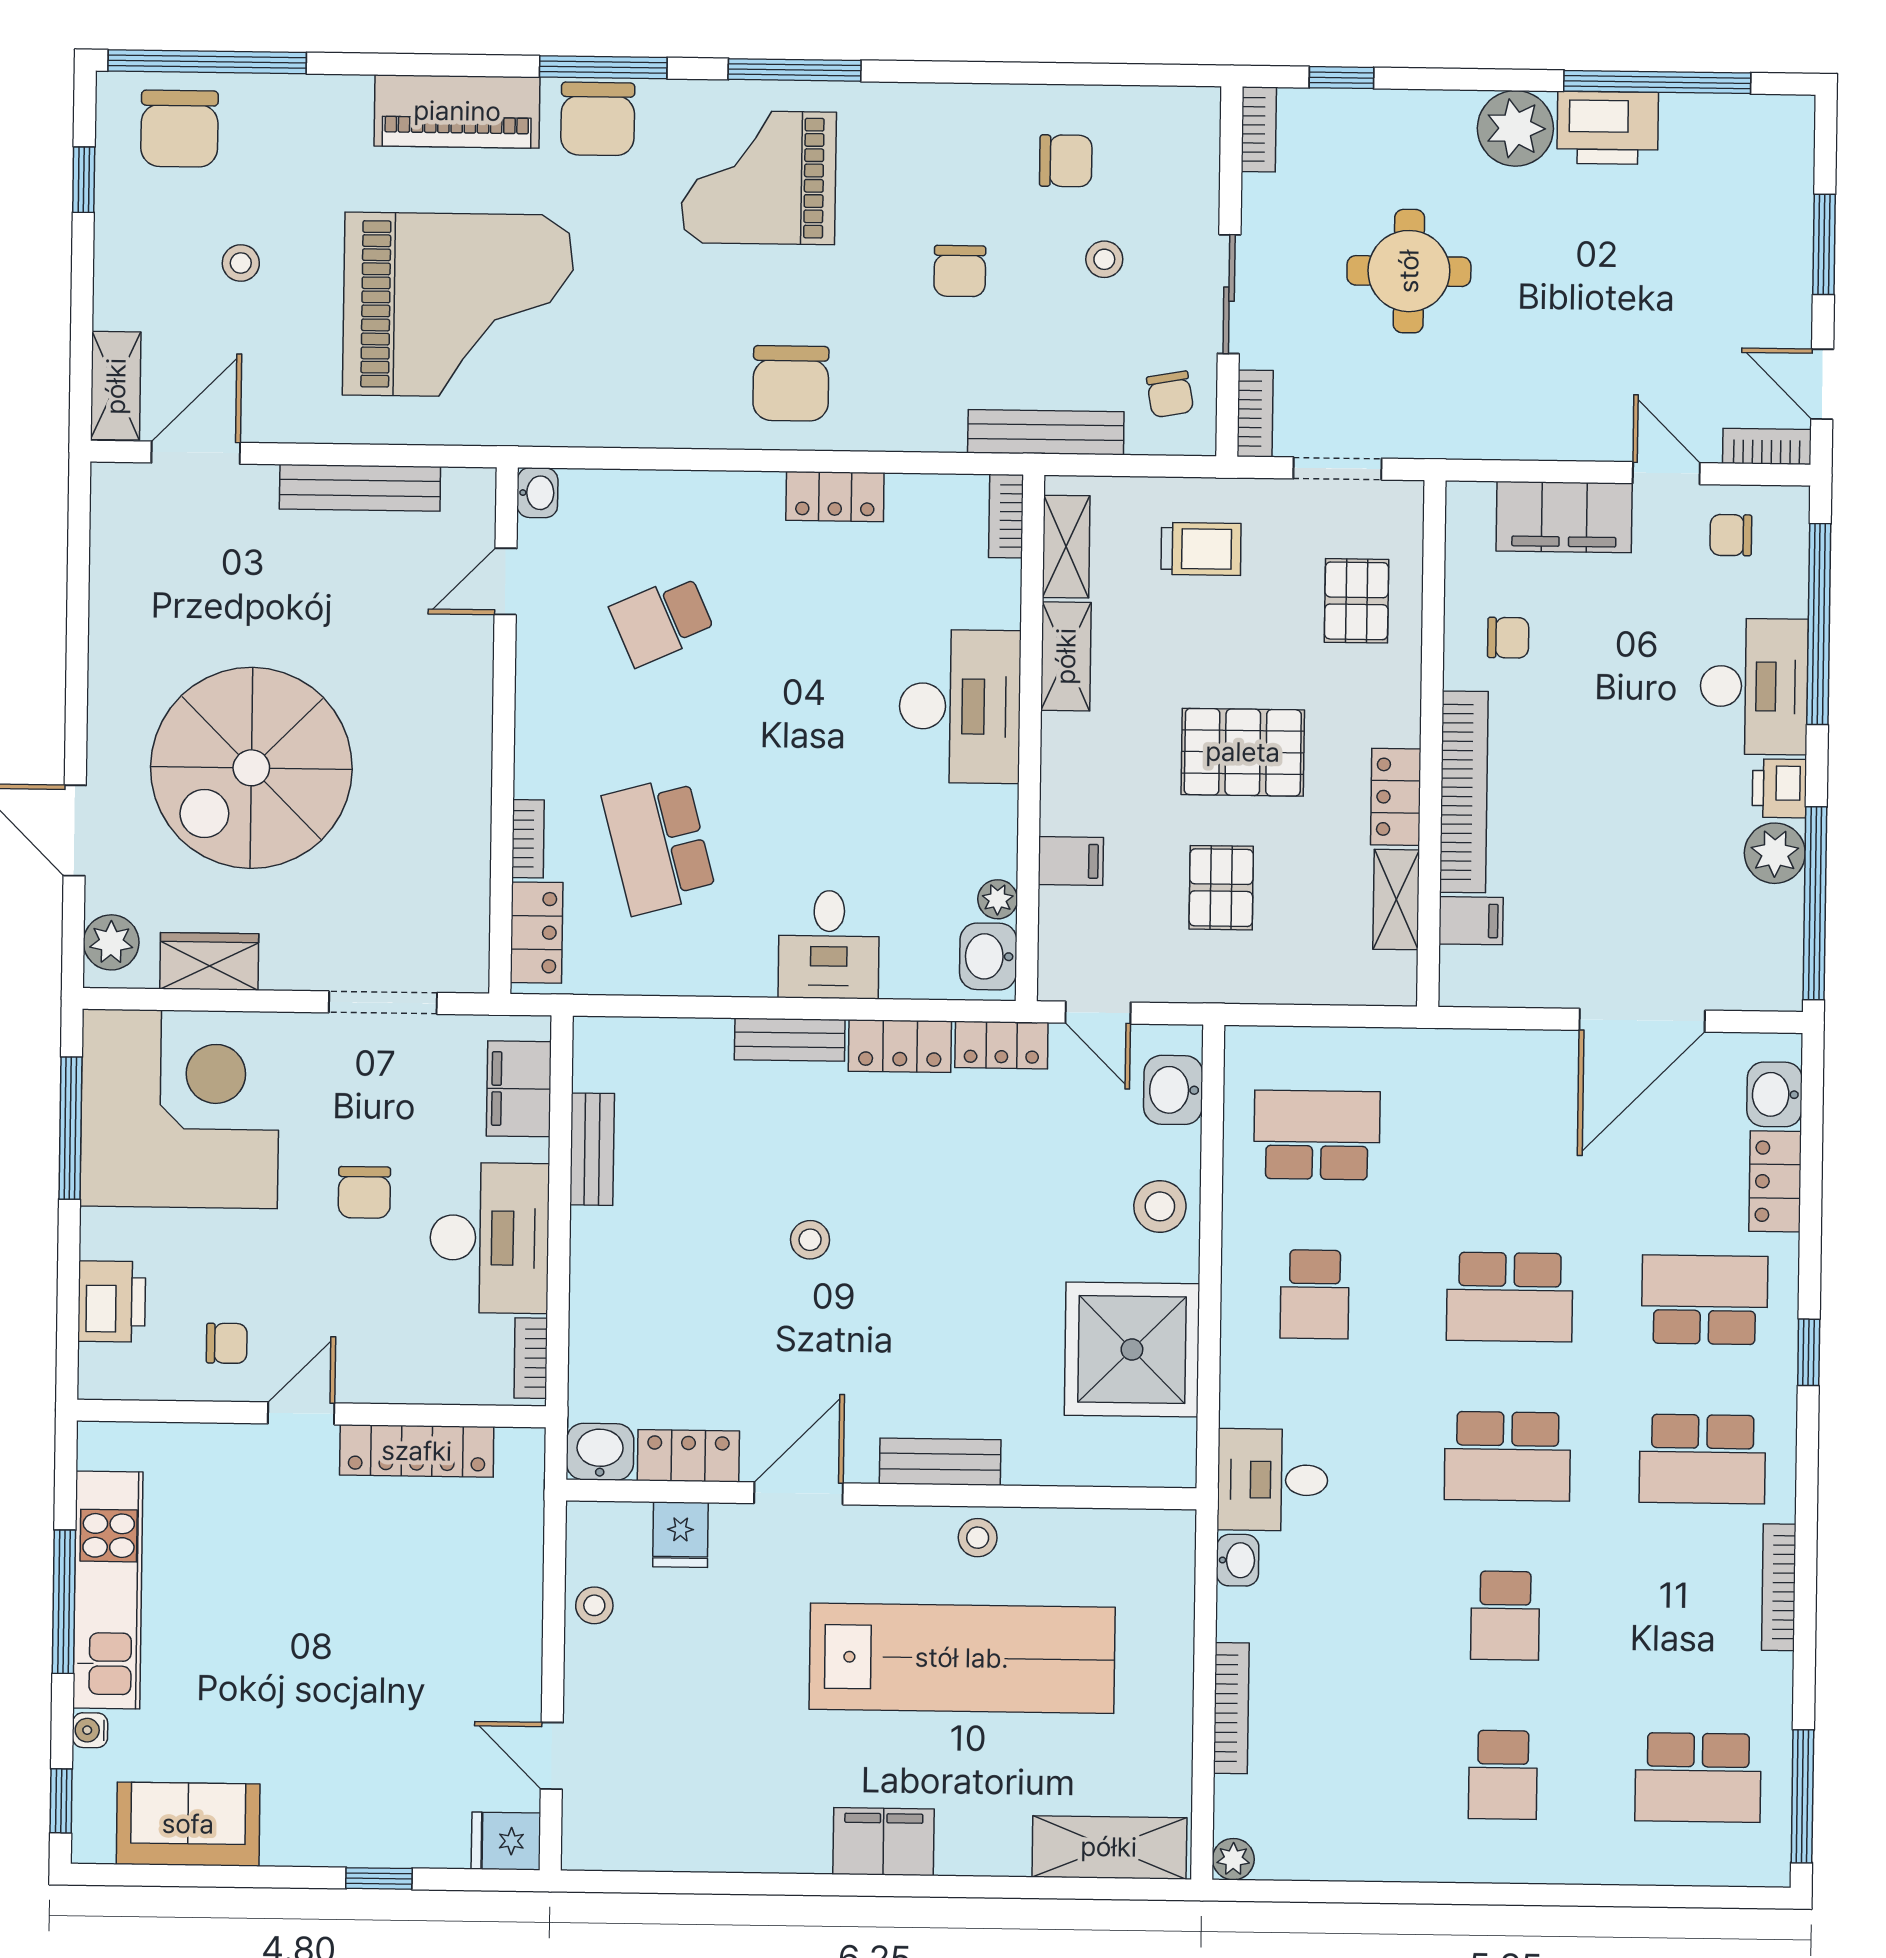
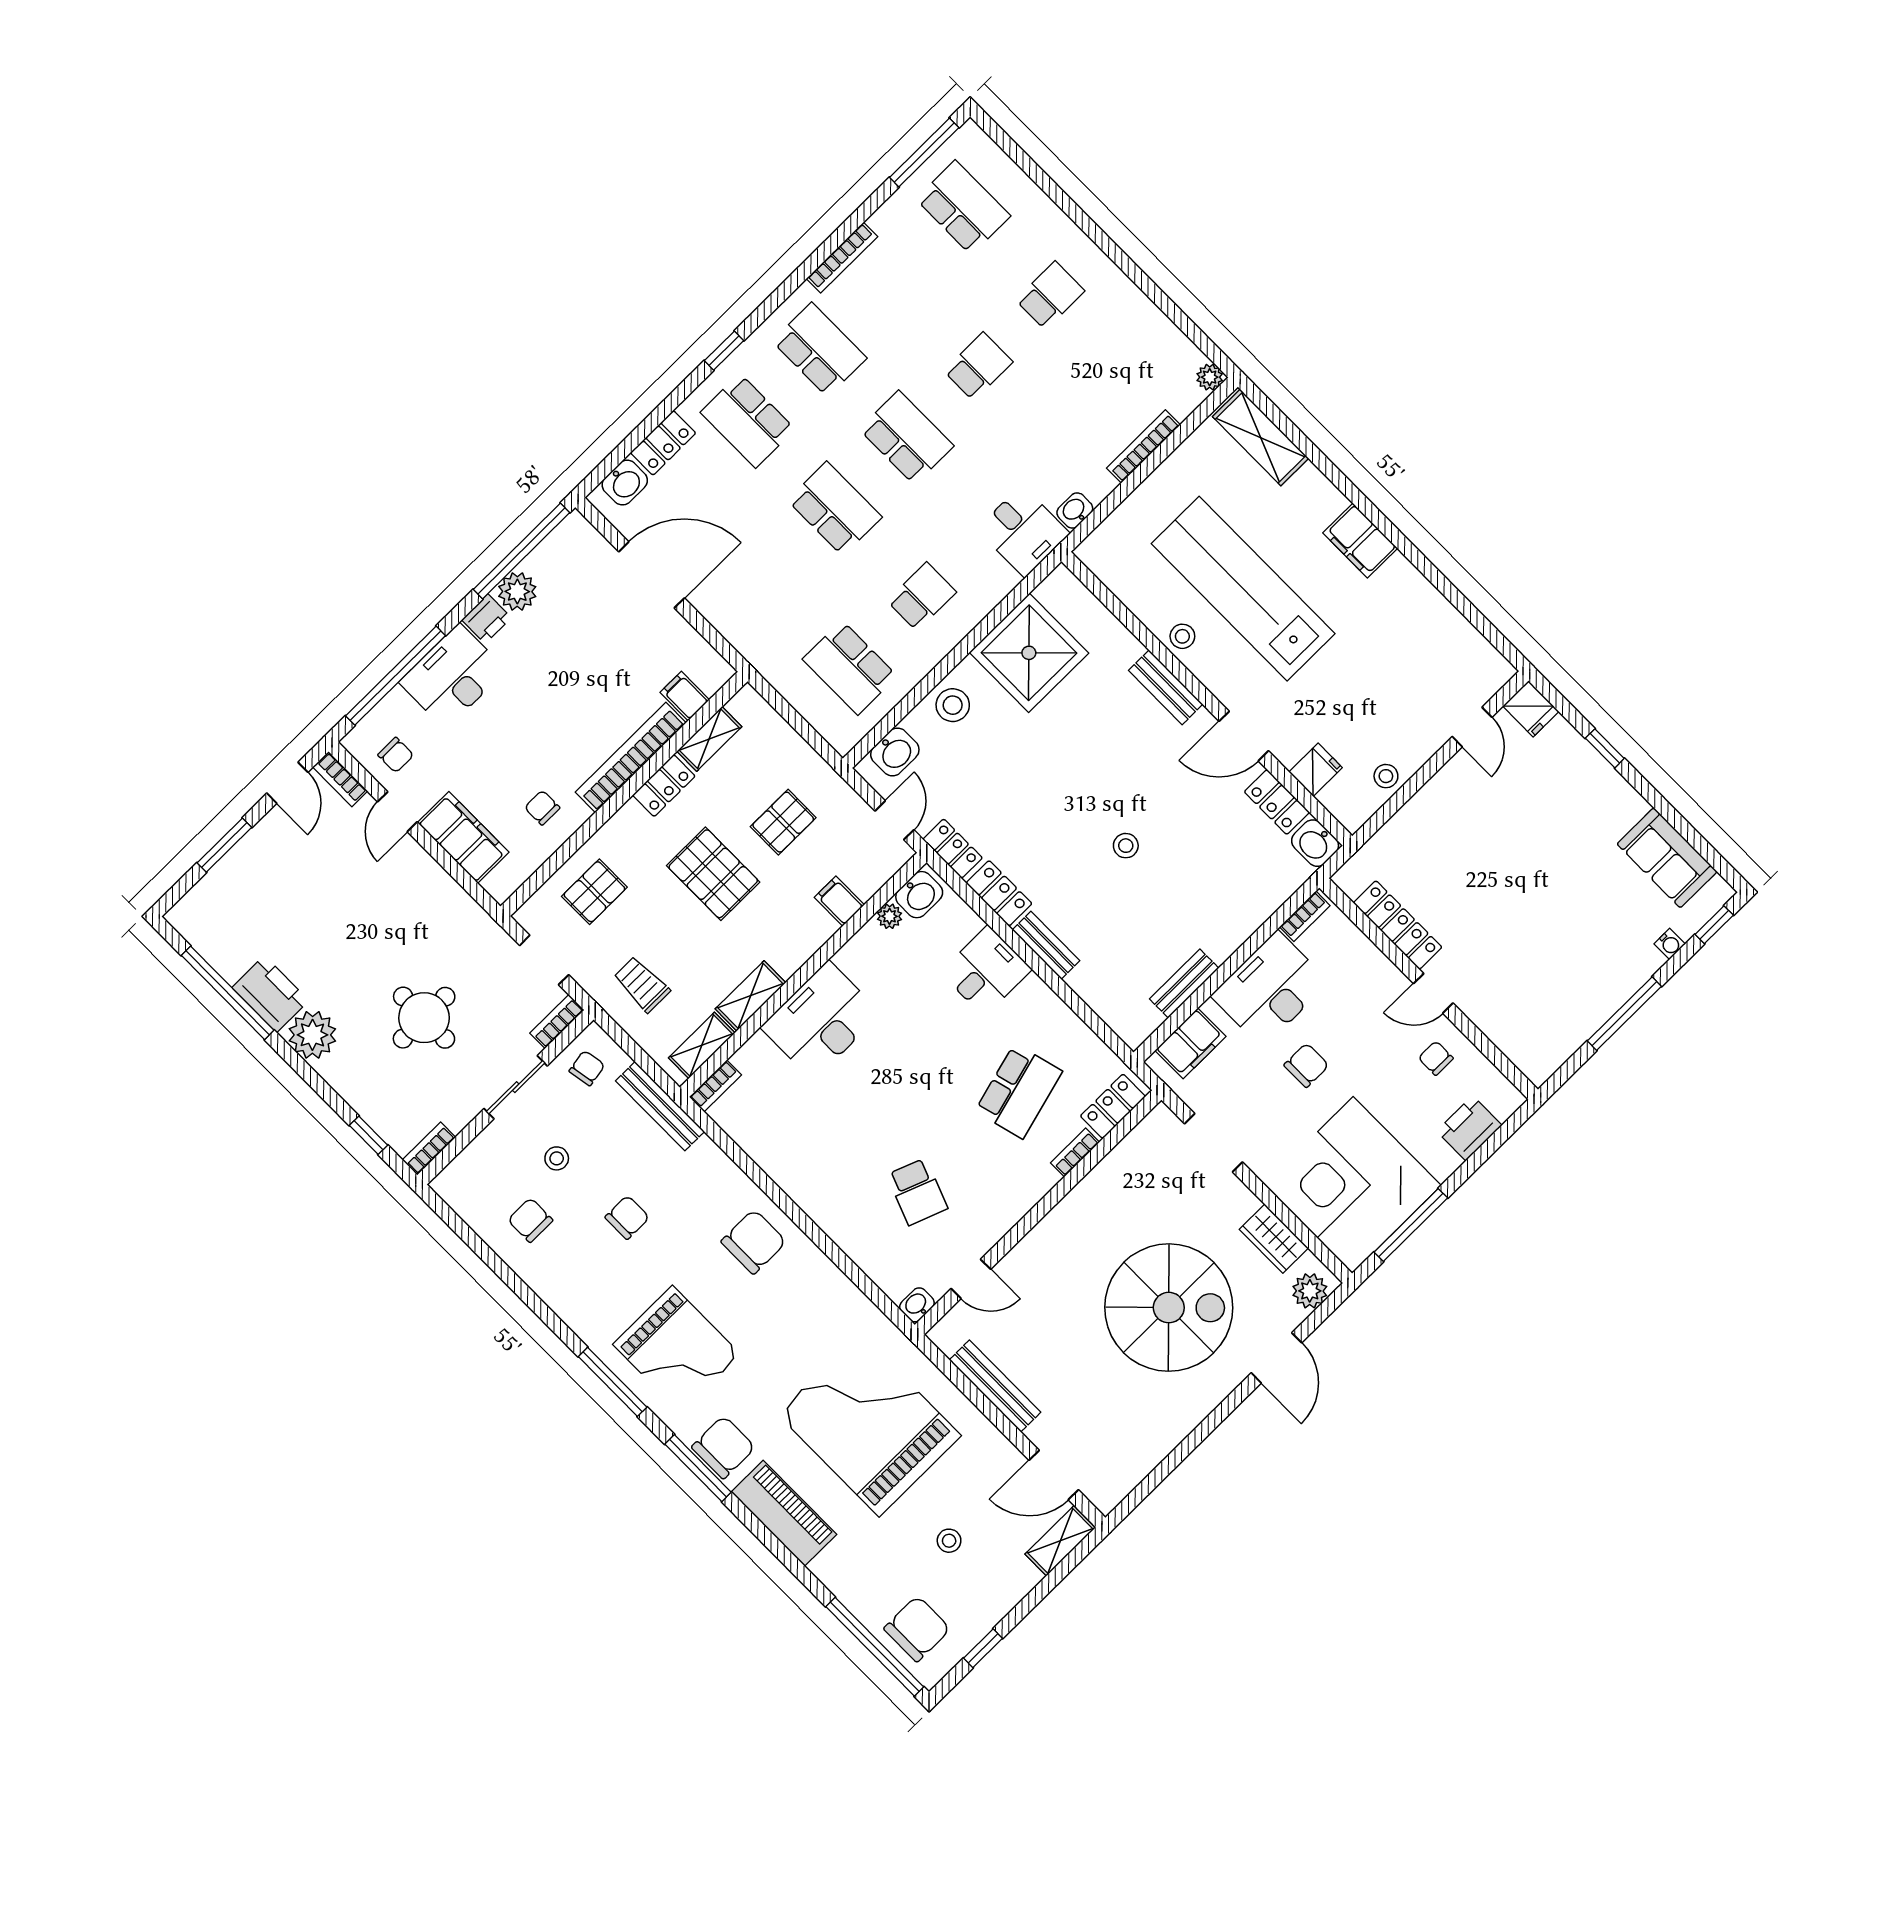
locker: (835, 497) -> (784, 1171), removed
school desk: (662, 620) -> (917, 1192), turned 45
kitchen unit: (108, 1590) -> (1599, 999), removed

